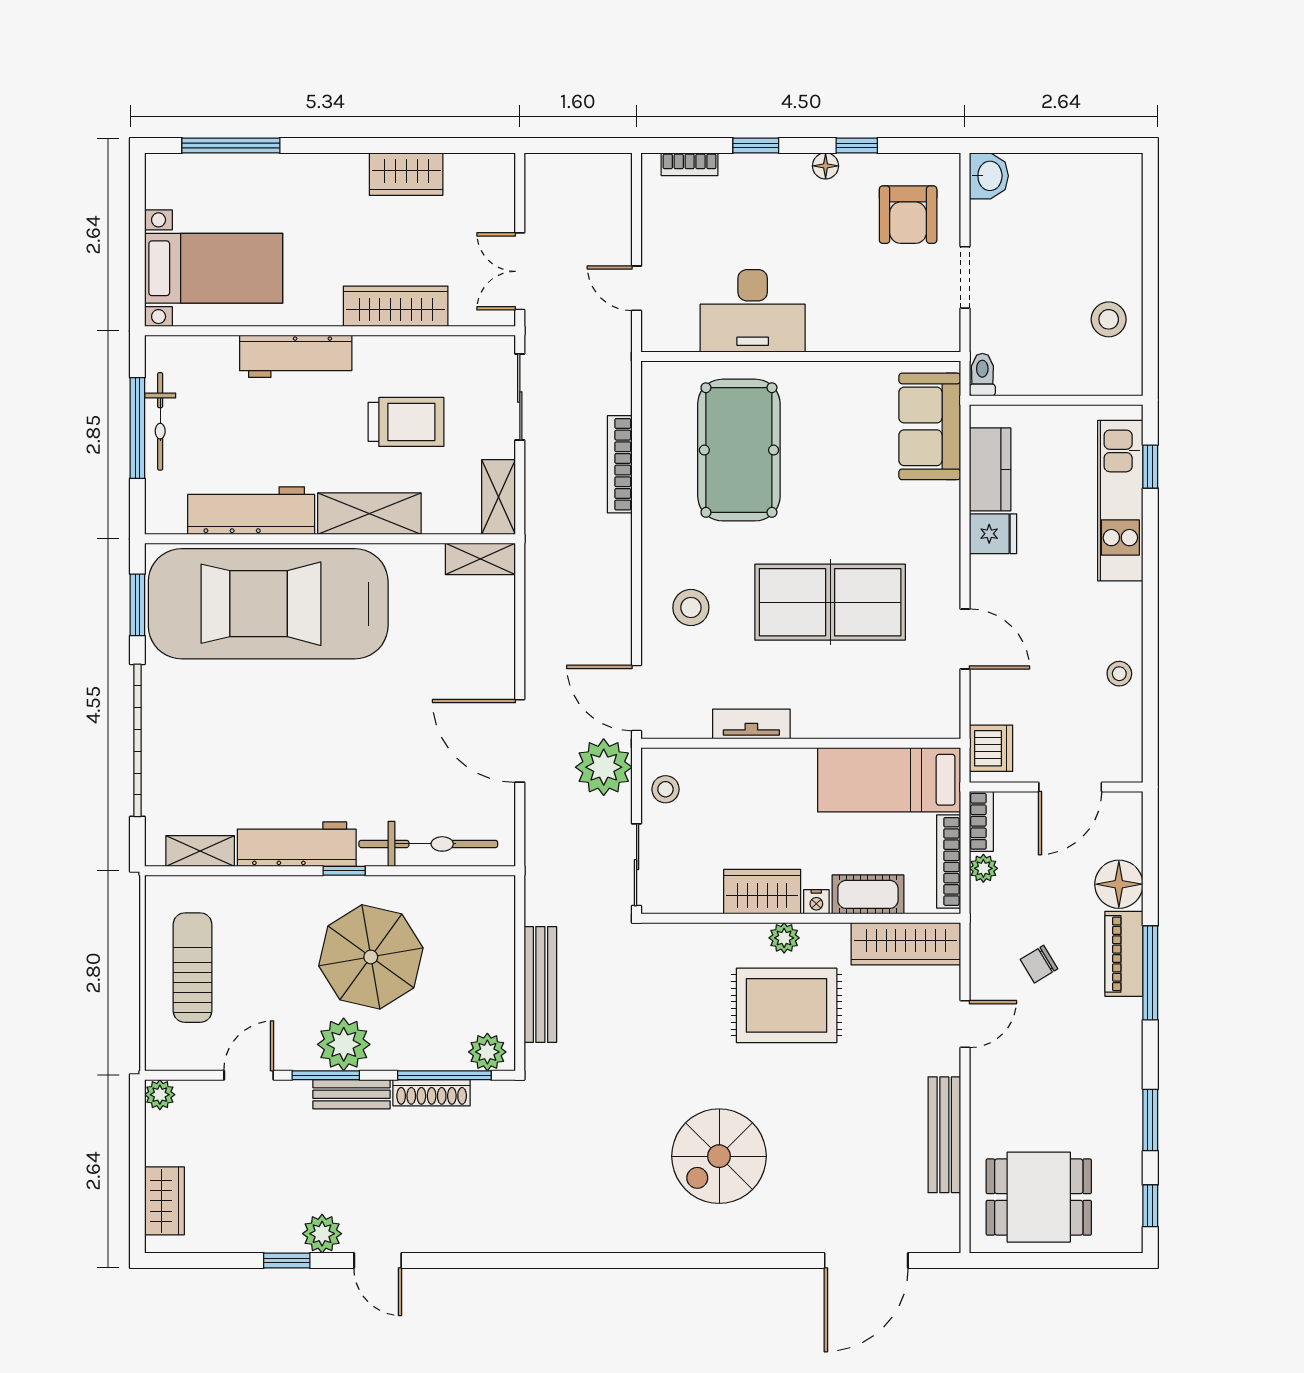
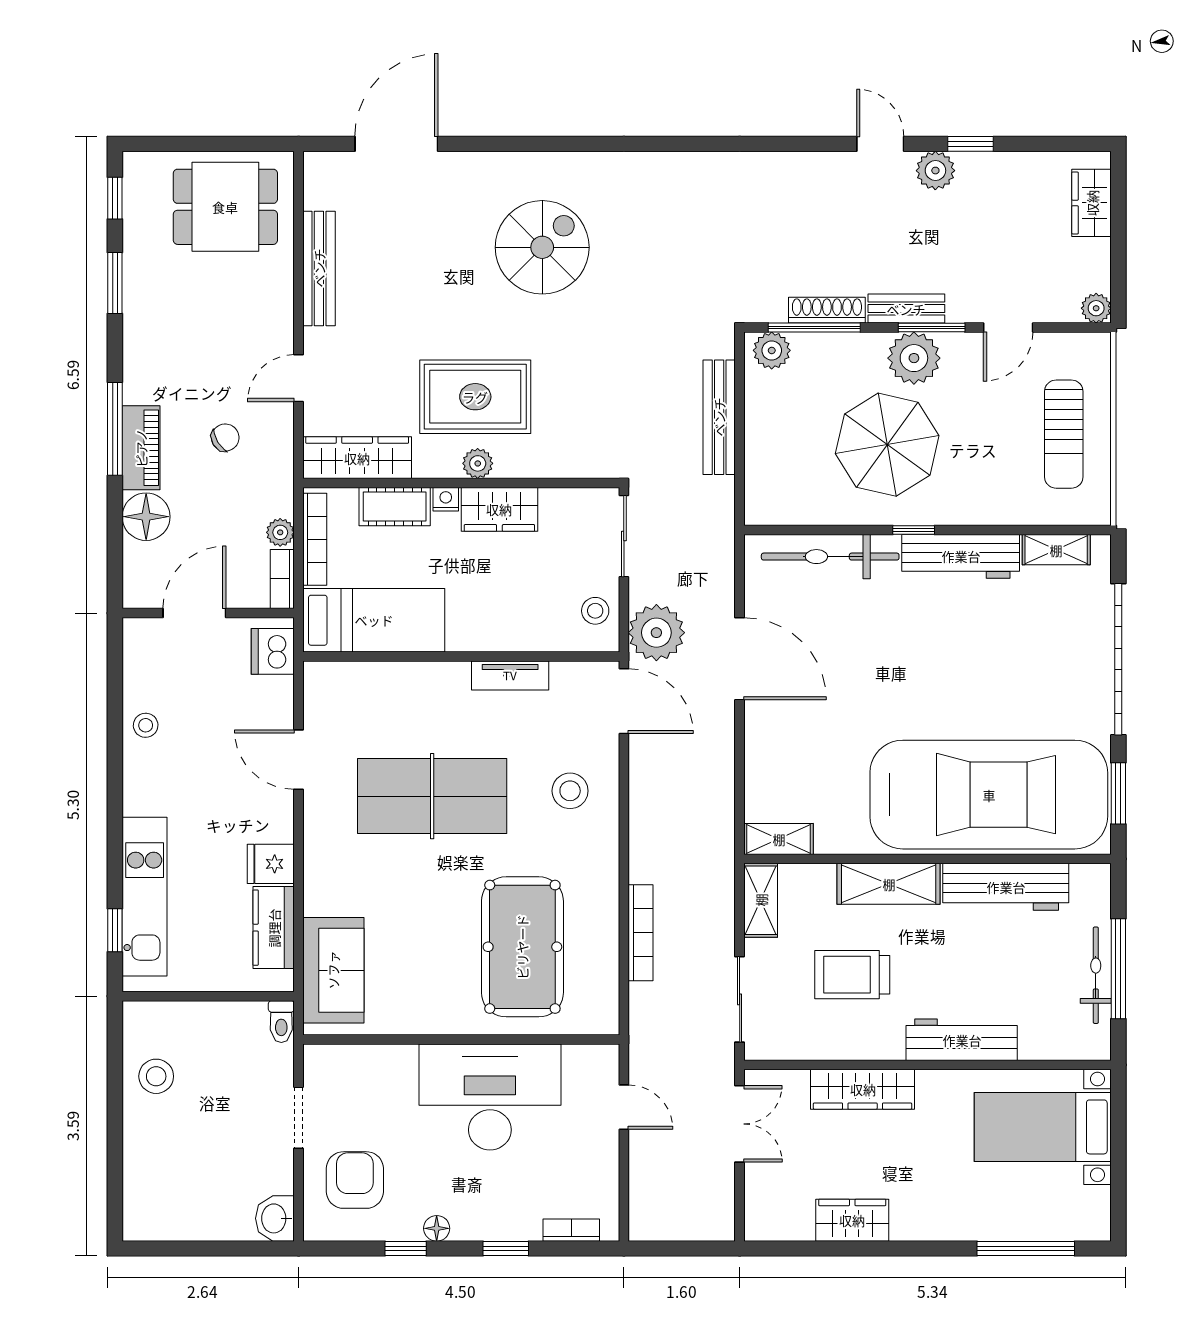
desk: (753, 311) -> (490, 1097), width x1.36, depth x1.30

